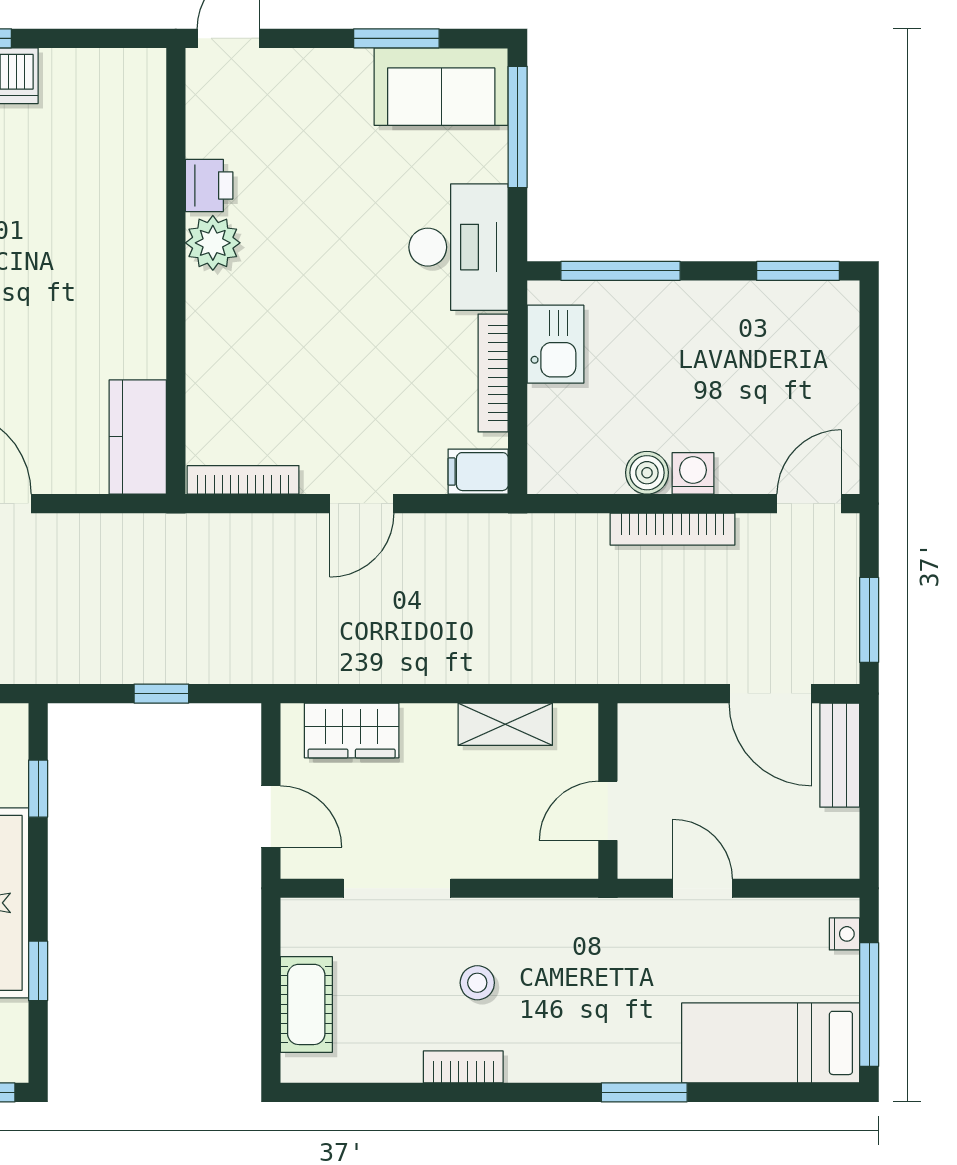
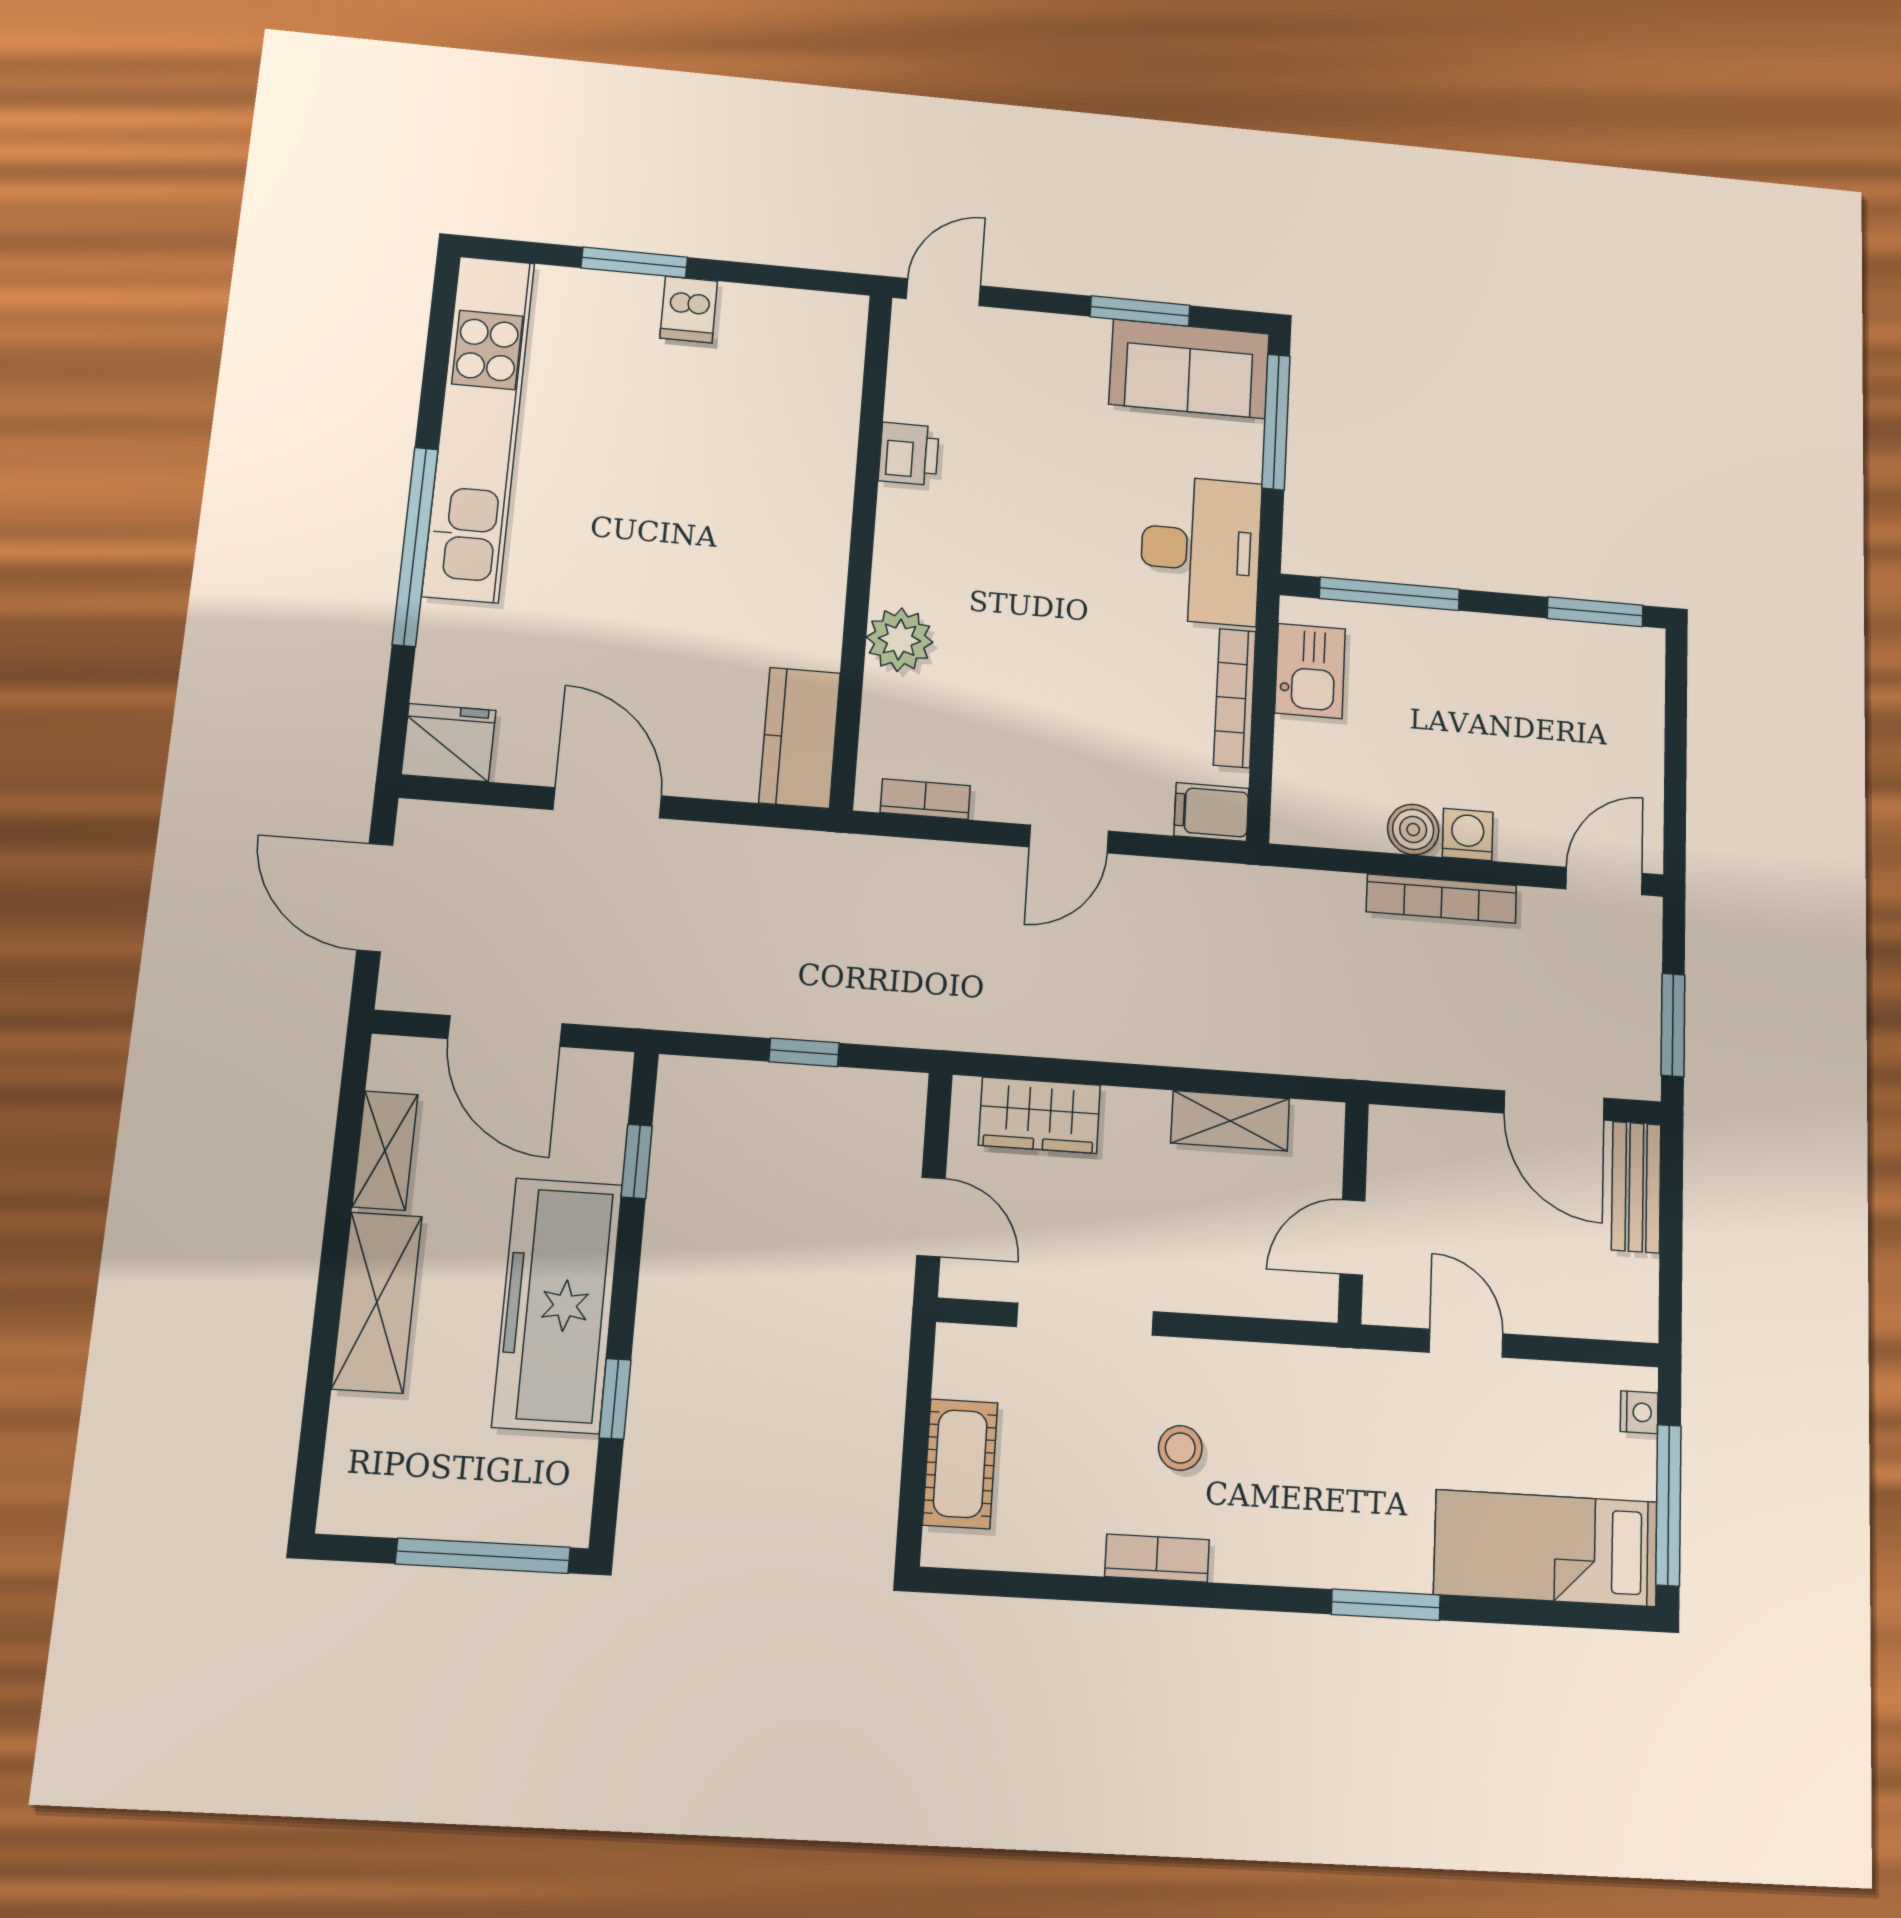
plant: (213, 243) -> (900, 640), moved
bookcase: (243, 480) -> (925, 799), width x0.64

